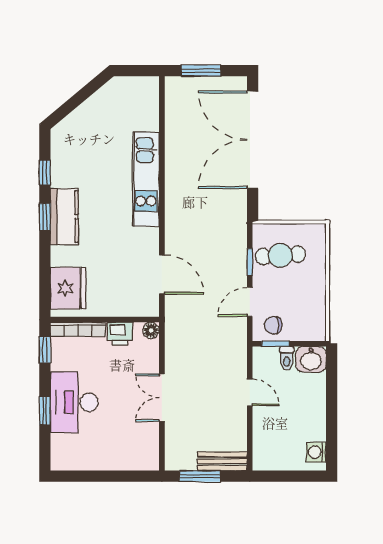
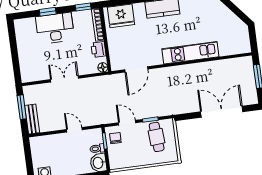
double door: (253, 140) -> (222, 112), width x0.73
door: (250, 392) -> (74, 130), swing flipped

